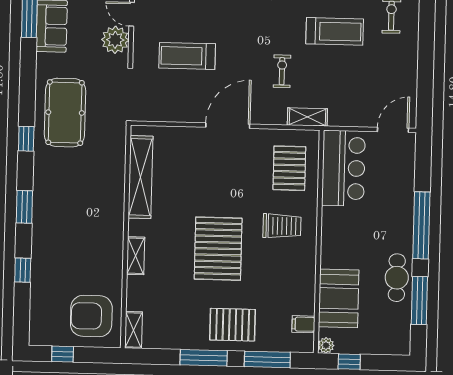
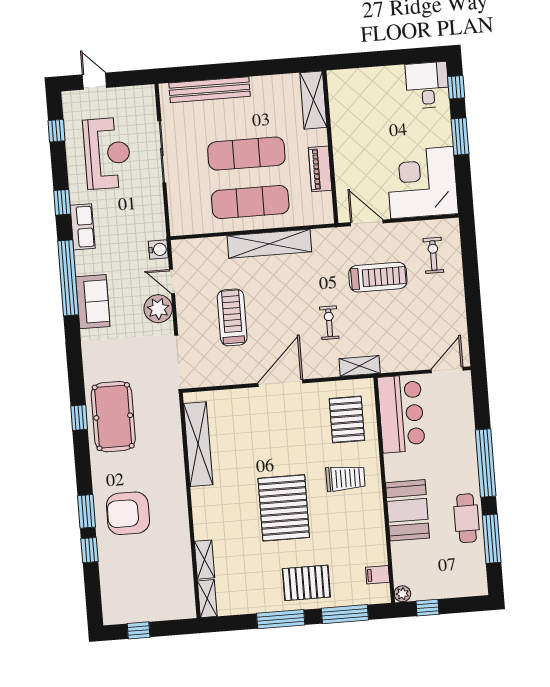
treadmill: (187, 56) -> (232, 317), turned 90
pool table: (65, 113) -> (113, 417), moved
window: (24, 207) -> (86, 511), moved
shelving: (136, 256) -> (204, 560), moved
booth: (339, 298) -> (407, 510), moved
armchair: (91, 316) -> (128, 513), moved

